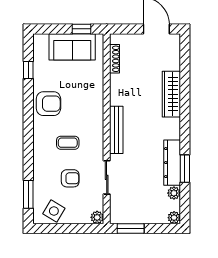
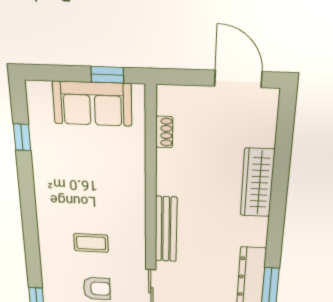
shoe rack: (115, 59) -> (164, 132), width x0.70
armchair: (48, 104) -> (58, 188), removed

